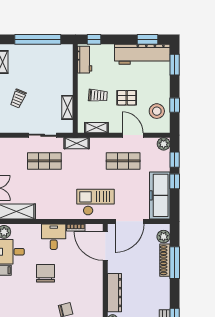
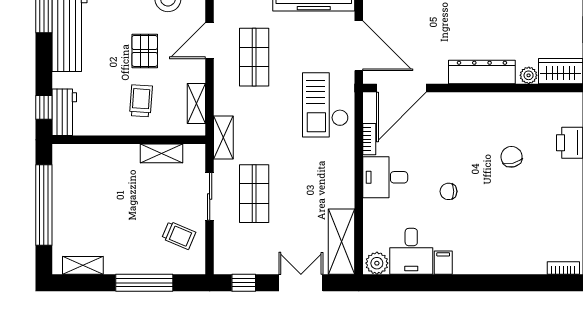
workbench: (85, 60) -> (64, 112), moved, turned 90
trolley: (18, 98) -> (179, 235), moved
chair: (46, 273) -> (448, 191), width x0.54, depth x0.54

